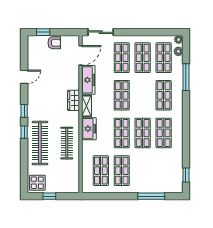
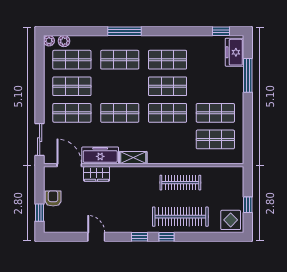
window: (186, 77) -> (124, 31), moved
wardrobe: (74, 100) -> (97, 174), moved
freezer: (89, 129) -> (235, 52), moved, turned -90

